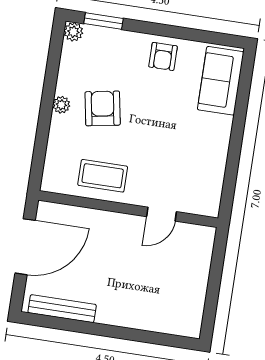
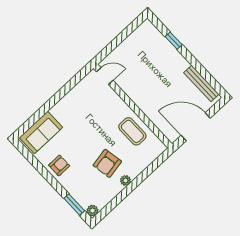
door: (161, 214) -> (105, 76), moved
window: (142, 336) -> (174, 41), added

